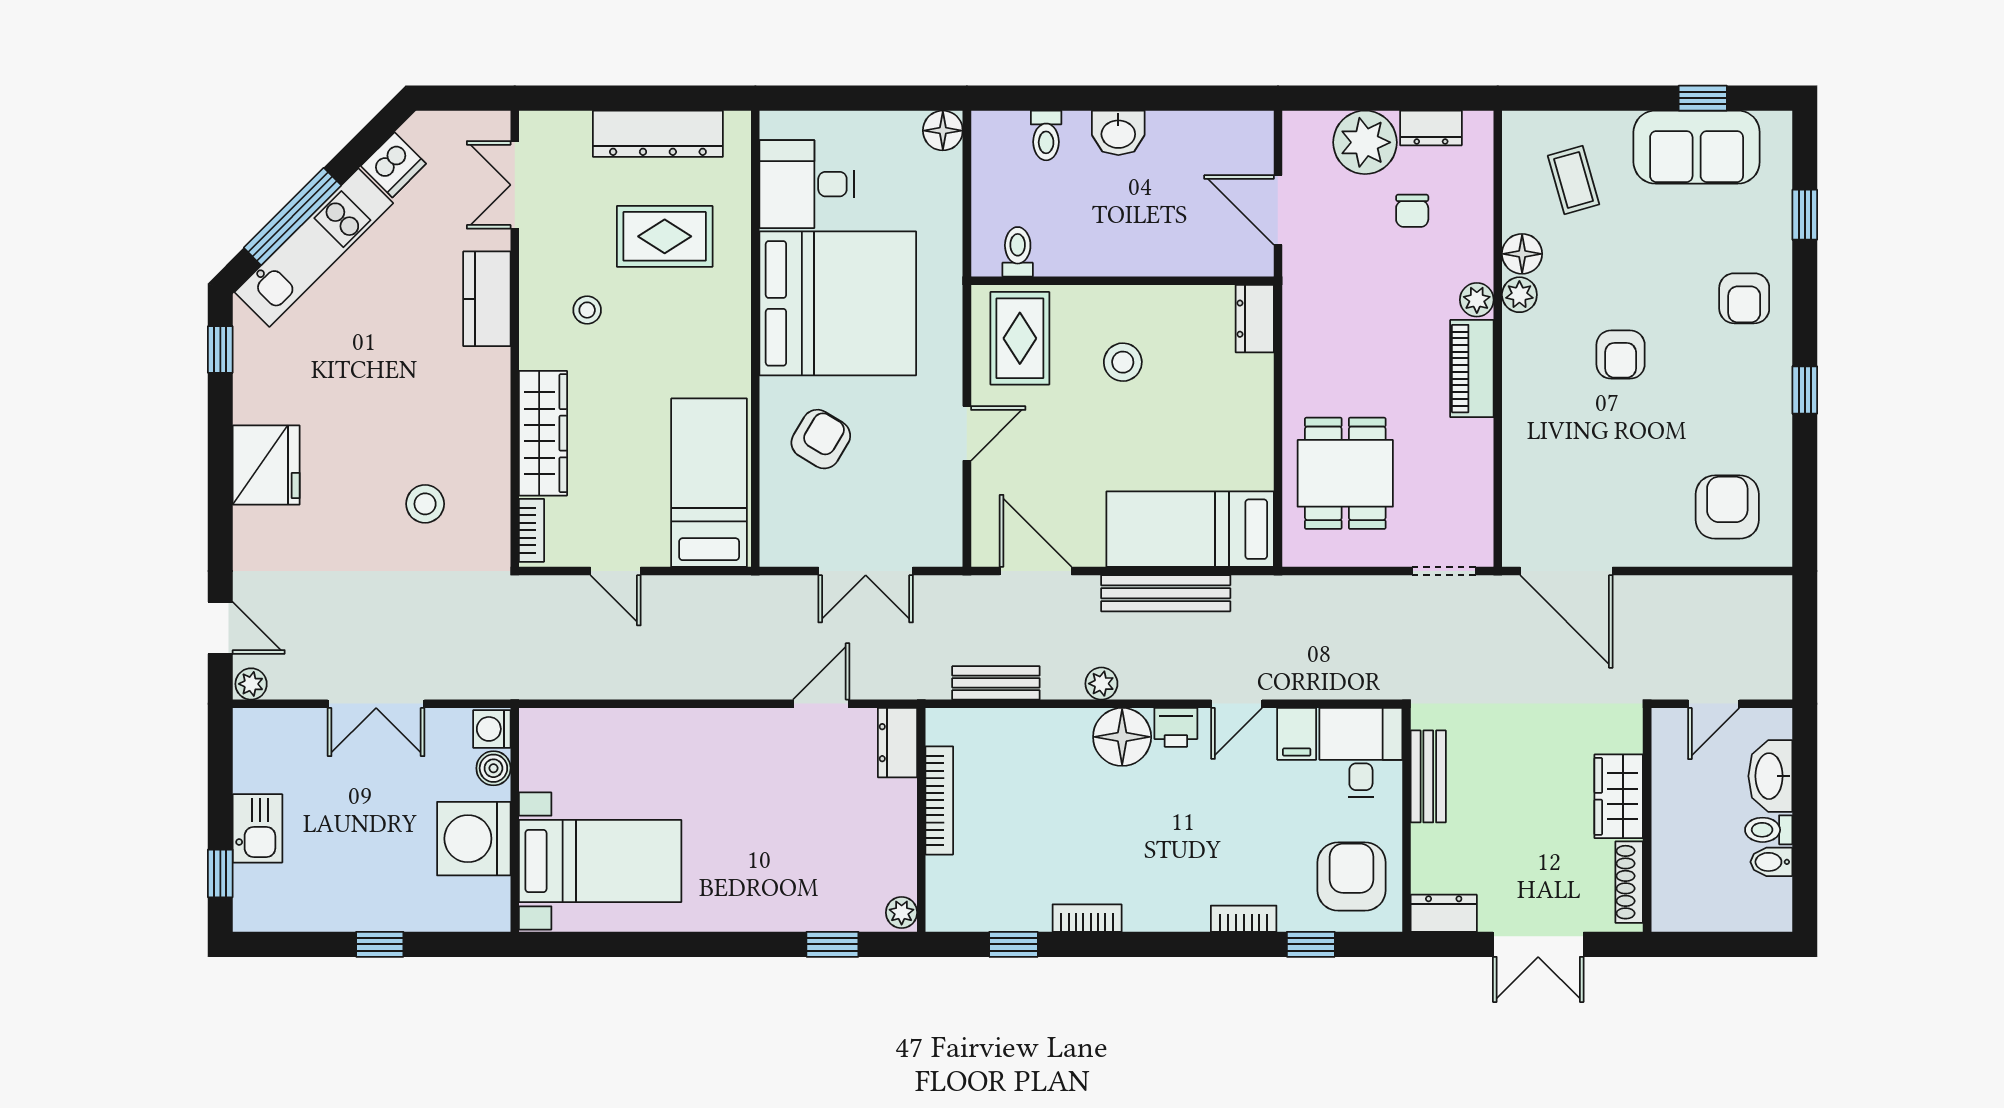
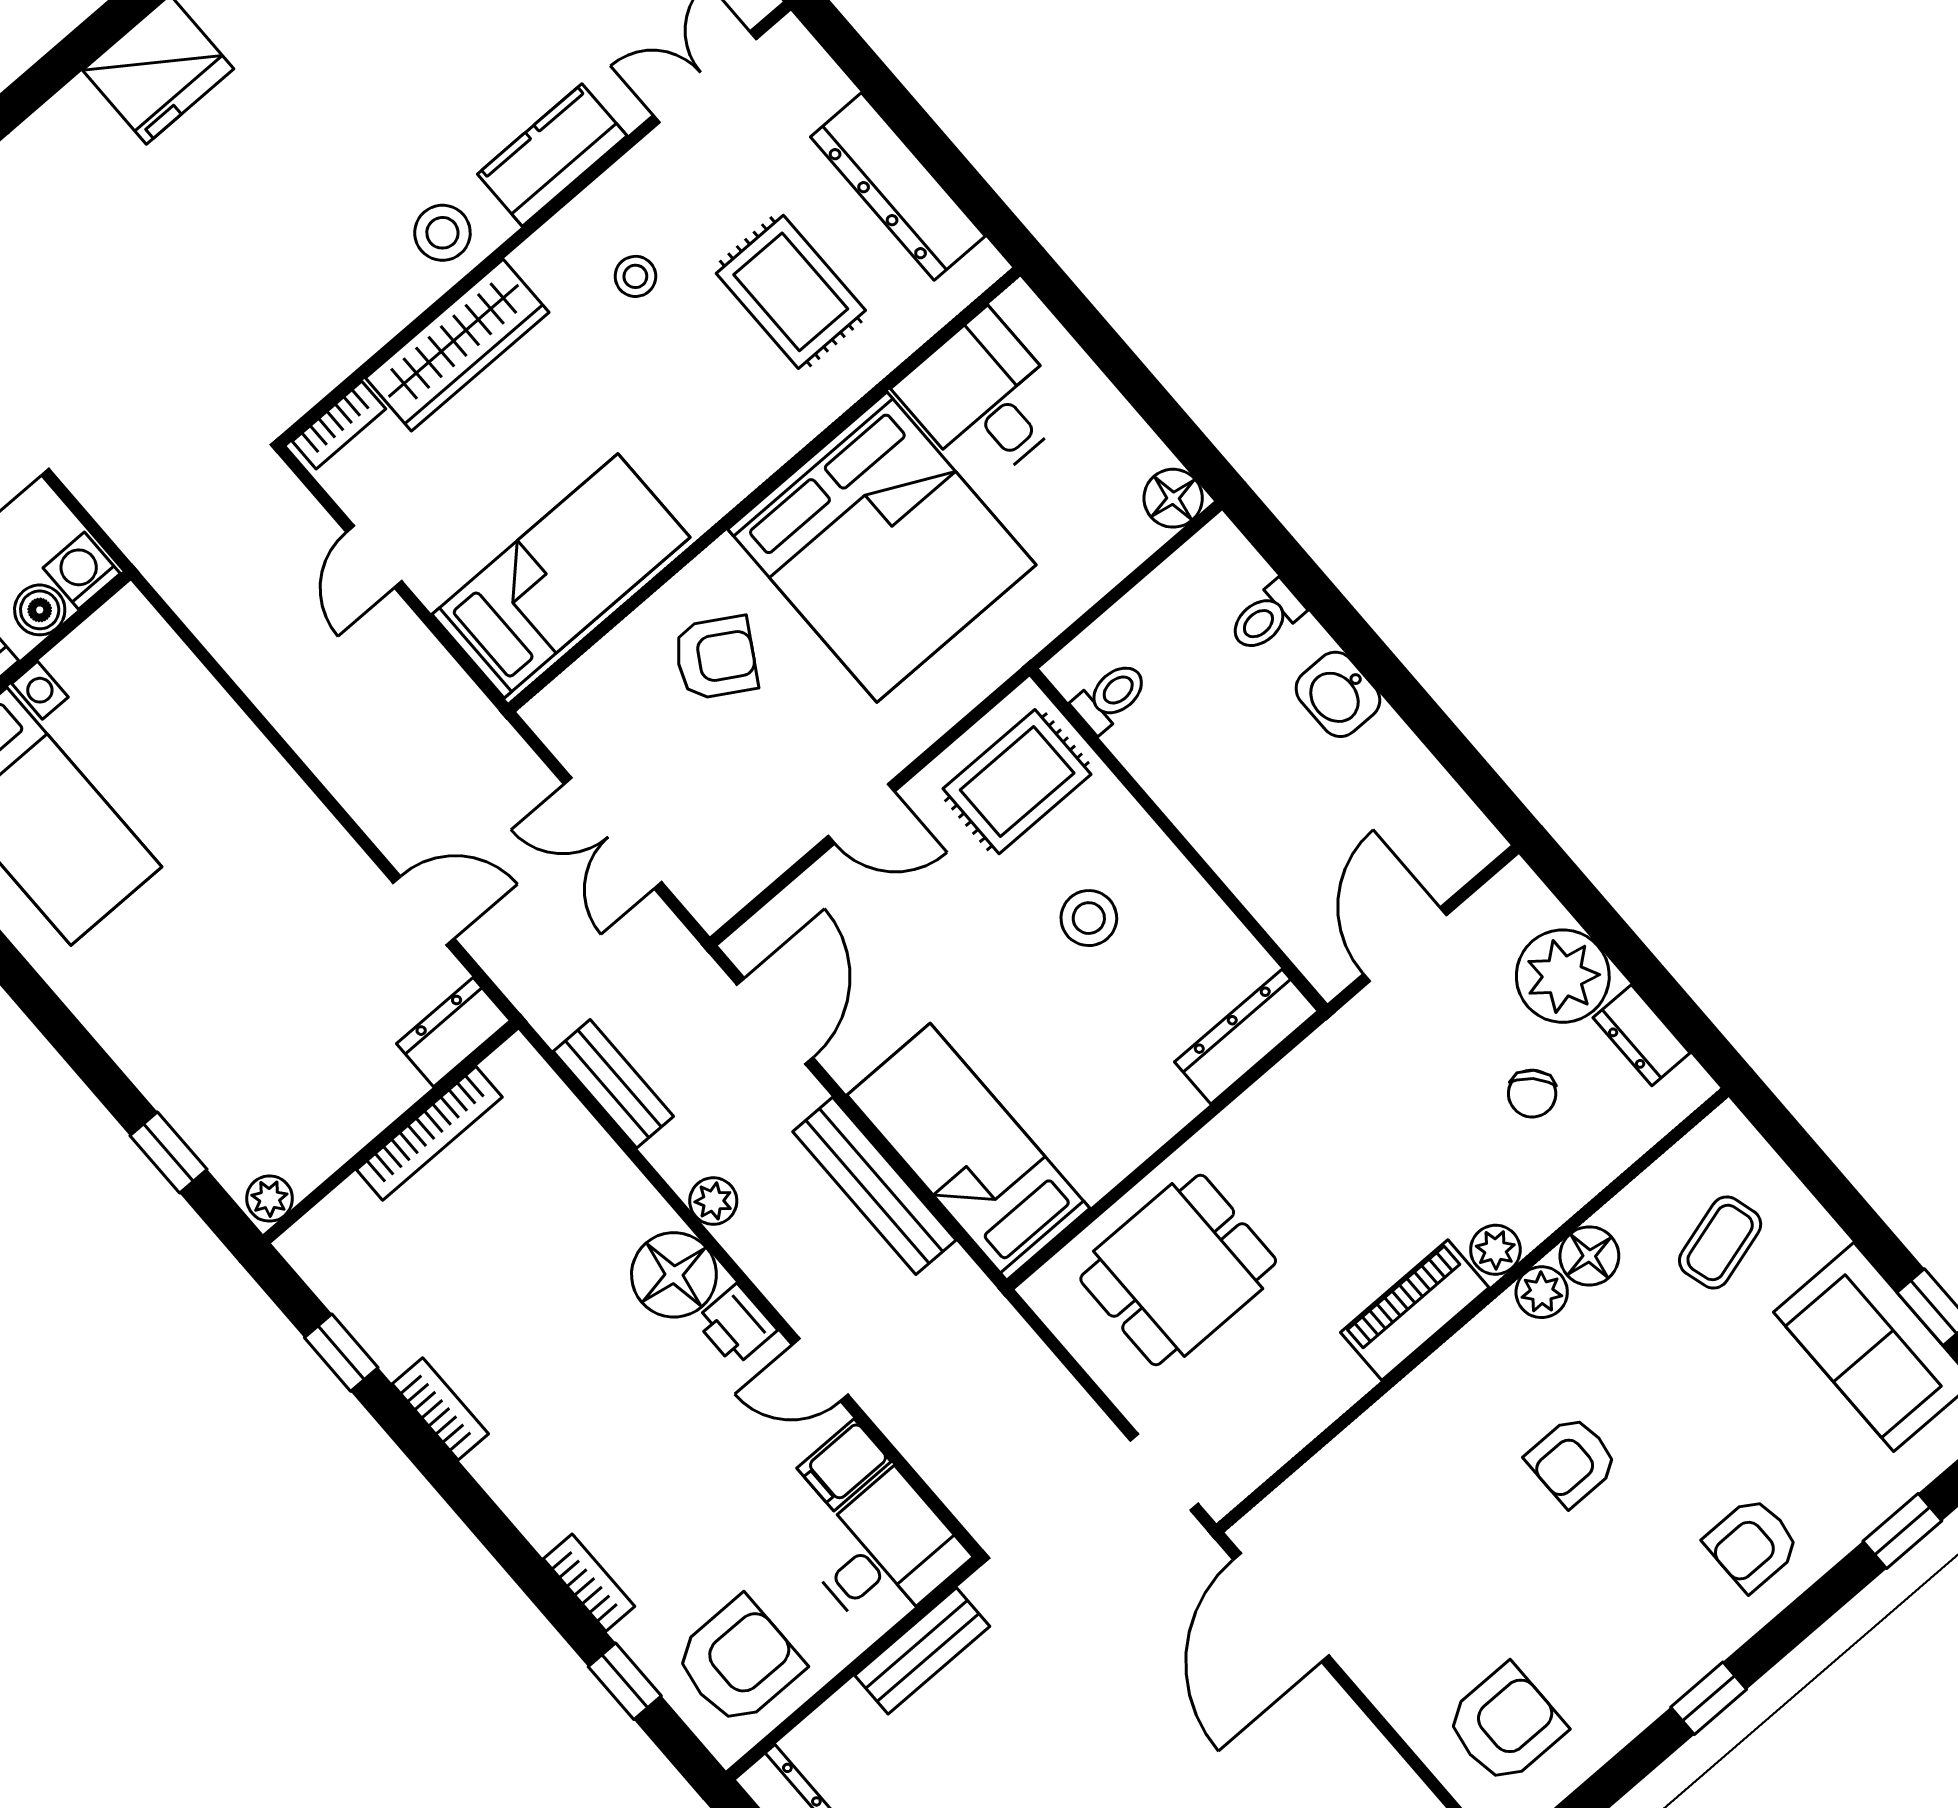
chair: (1412, 211) -> (1532, 1094), turned -45
dresser: (1255, 319) -> (1246, 1037), width x1.44
stool: (425, 504) -> (442, 233), moved

